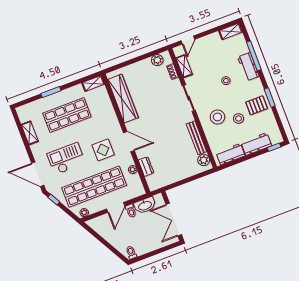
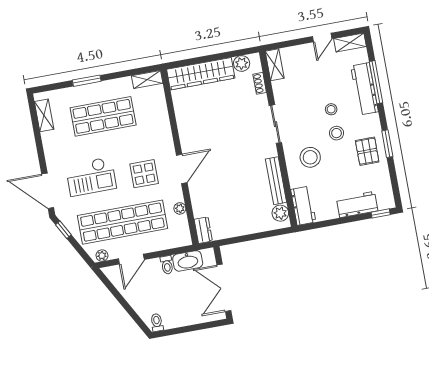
door: (188, 40) -> (322, 37), moved
shelving: (184, 66) -> (275, 65), moved
workbench: (248, 67) -> (364, 89), width x1.37
wardrobe: (123, 99) -> (201, 74), moved, turned 90
pallet: (257, 105) -> (367, 151), turned 90
stool: (238, 118) -> (337, 133), moved
shelving: (30, 133) -> (44, 115), moved
door: (129, 142) -> (182, 169), hinge flipped
workbench: (230, 154) -> (303, 206), moved, turned 90
checkout: (66, 159) -> (91, 177), turned 180
dresser: (146, 167) -> (203, 230), moved
door: (116, 207) -> (131, 259), moved

